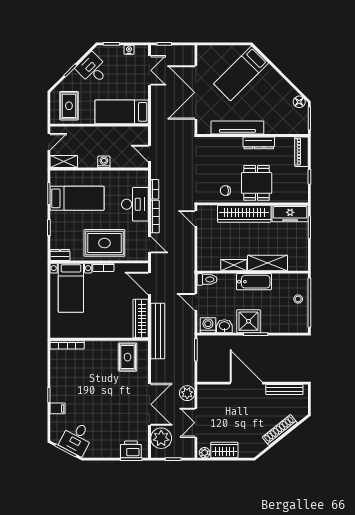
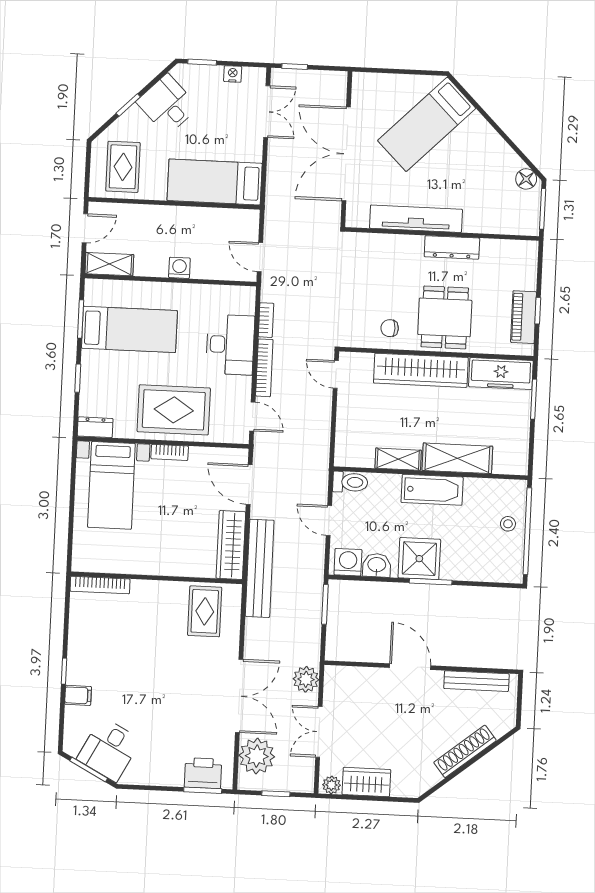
piano: (301, 152) -> (524, 317), moved
door: (246, 383) -> (410, 667), width x0.73

